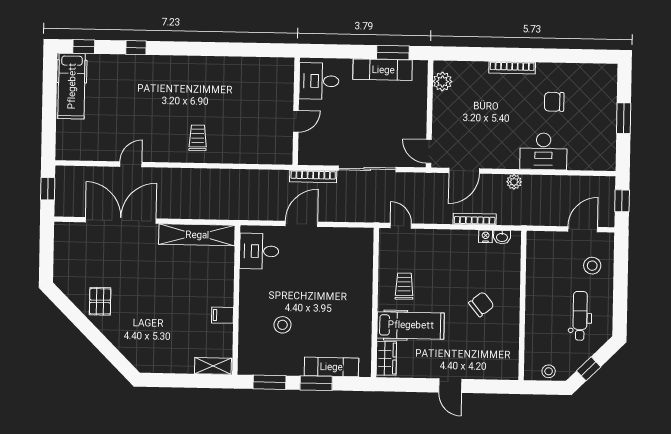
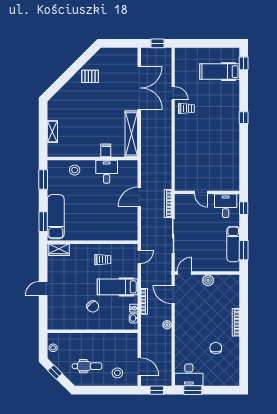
window: (136, 48) -> (244, 118), moved
window: (323, 51) -> (244, 208), added
plant: (442, 81) -> (208, 280), moved
hospital bed: (72, 86) -> (220, 72), moved
window: (624, 118) -> (193, 390), moved
trolley: (198, 138) -> (186, 109), moved
desk: (543, 151) -> (189, 375), moved, turned -90
door: (302, 224) -> (139, 197), swing flipped
desk: (259, 251) -> (107, 172), moved
filing cabinet: (223, 315) -> (106, 150), moved
stool: (282, 325) -> (75, 170), moved
hospital bed: (411, 325) -> (117, 287), moved, turned 90
shelving: (213, 366) -> (52, 132), moved
exam couch: (331, 367) -> (56, 217), width x1.36, depth x1.45
window: (316, 383) -> (43, 222), moved

